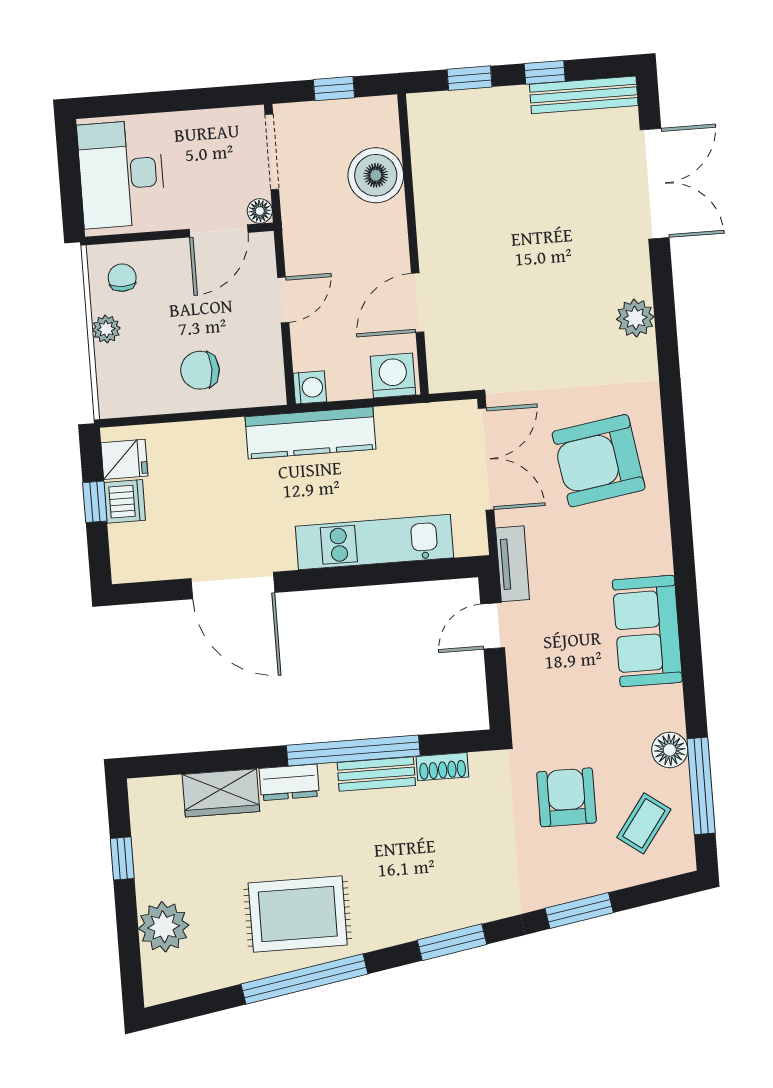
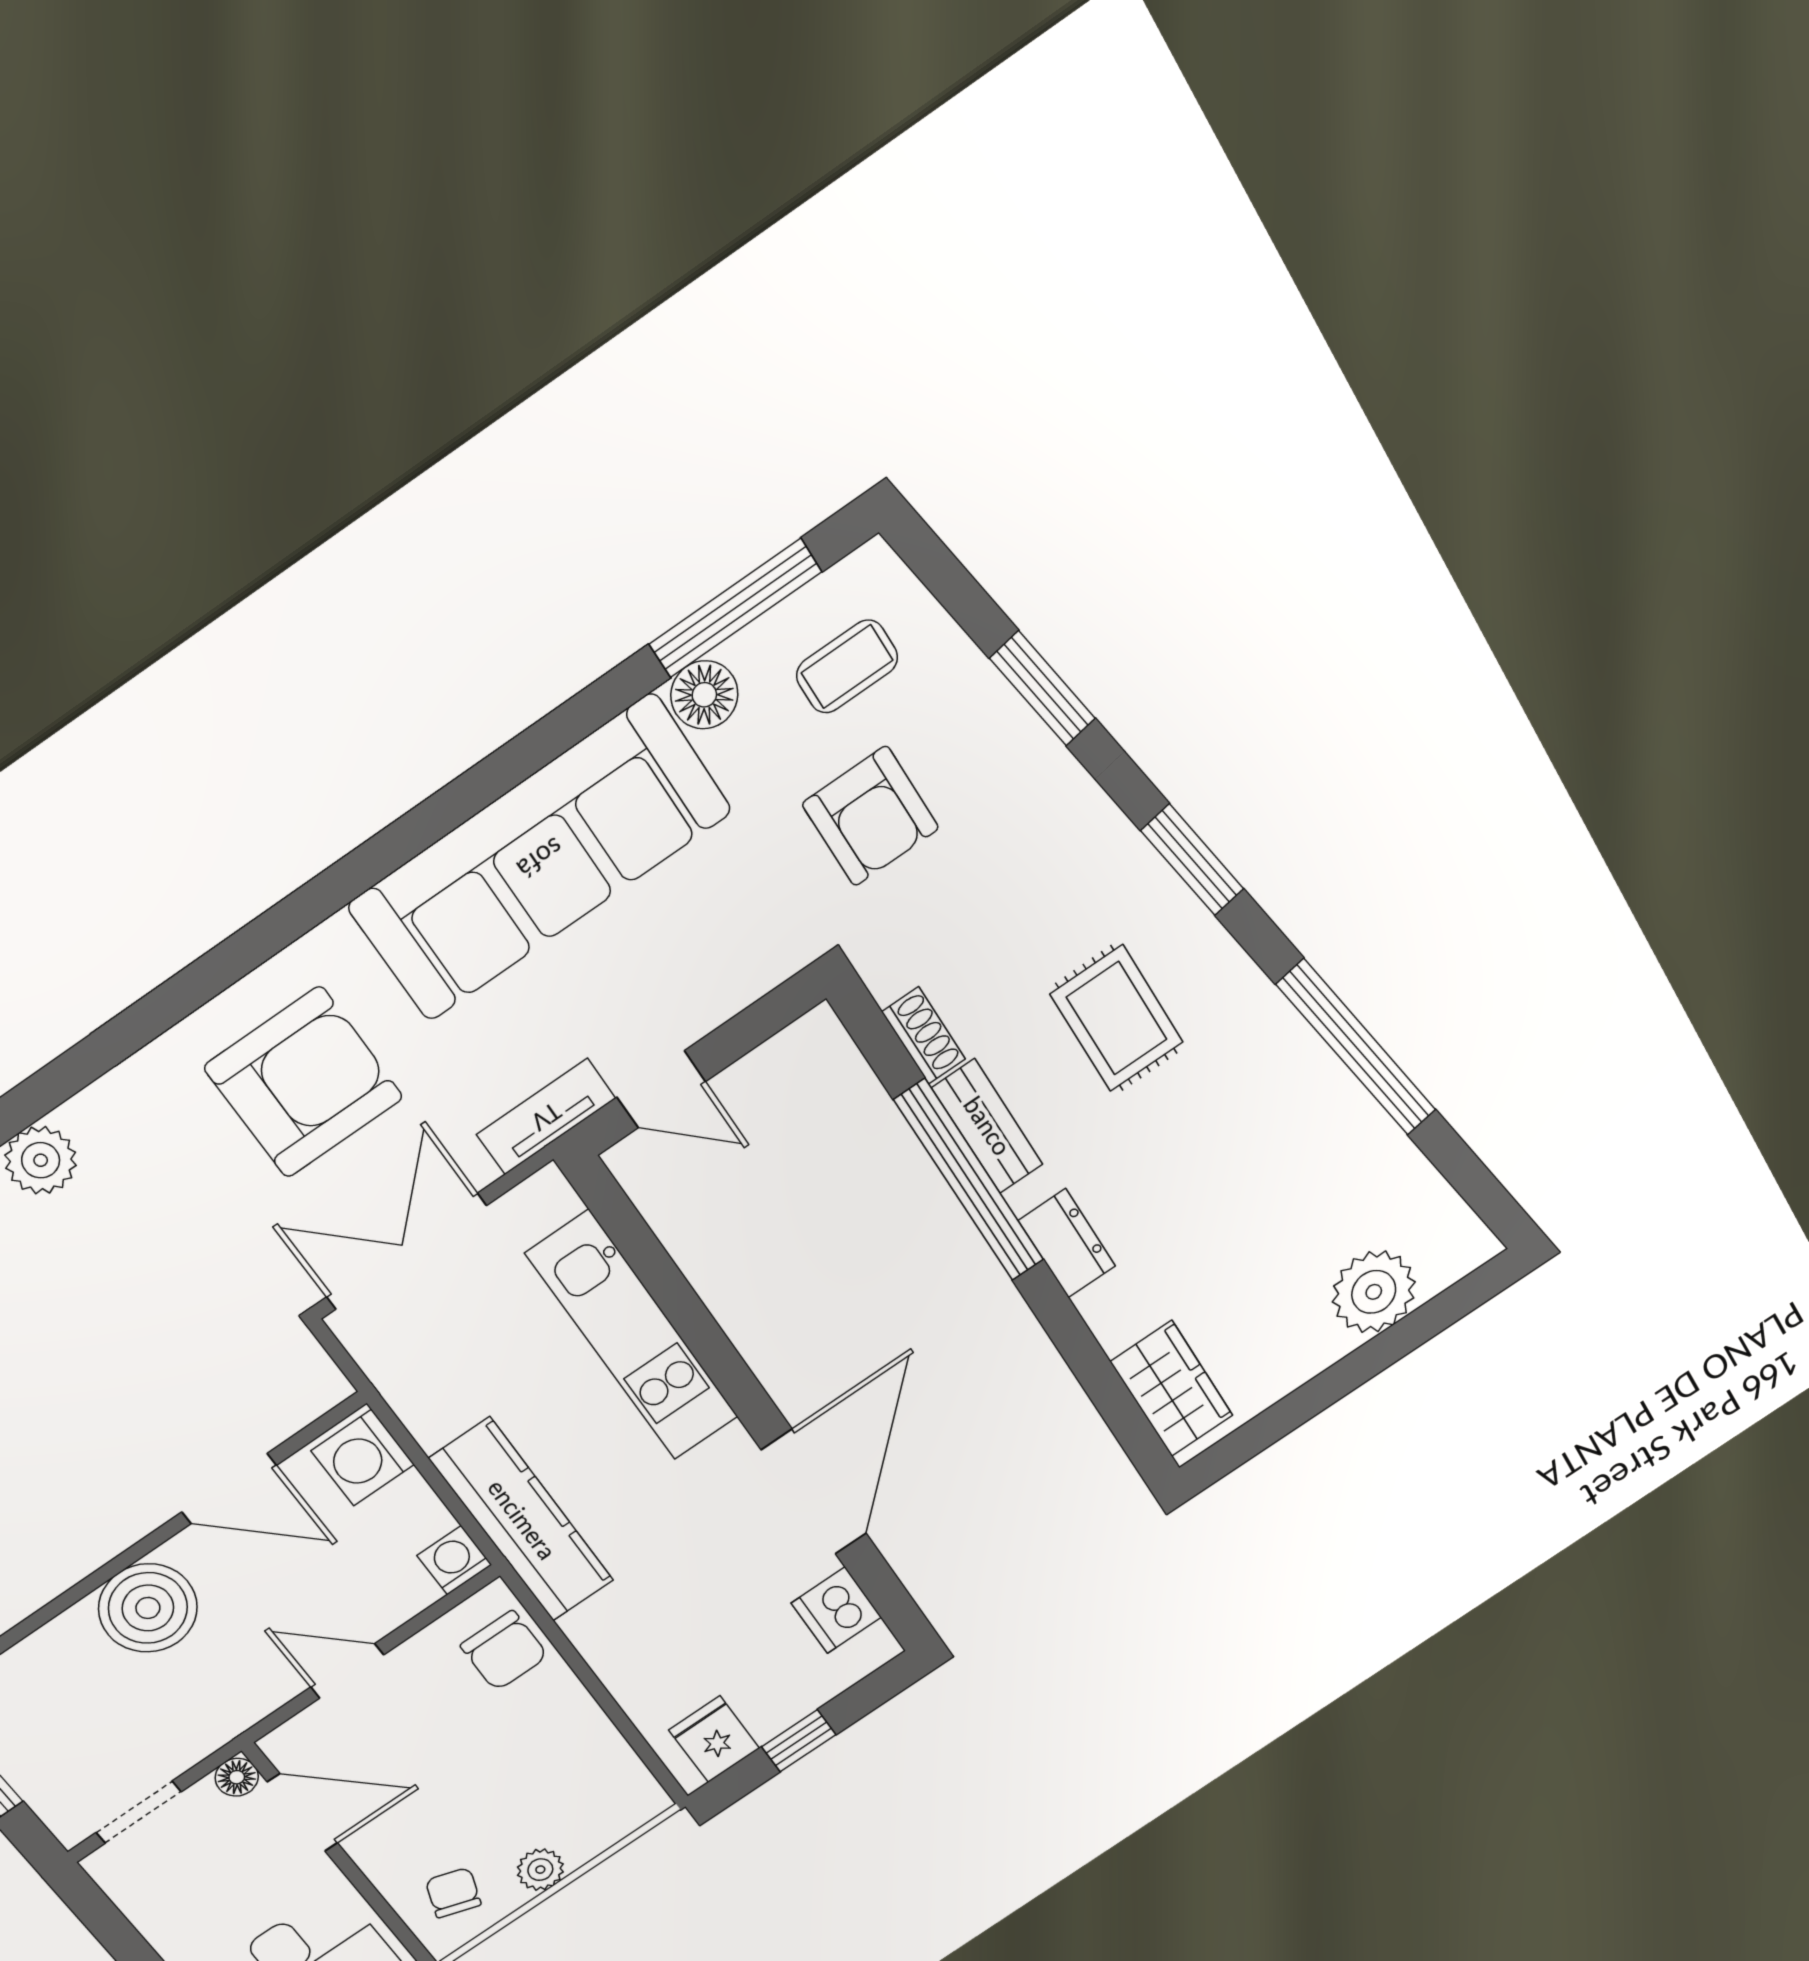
doorway: (272, 152) -> (139, 1812), width x0.73
boiler: (376, 175) -> (148, 1608), moved
chair: (122, 278) -> (453, 1893), turned 109
chair: (200, 370) -> (504, 1651), moved
armchair: (599, 461) -> (304, 1082), turned -81
dishwasher: (125, 501) -> (836, 1610), moved, turned -90
sofa: (647, 631) -> (540, 858), width x1.85, depth x1.27
wardrobe: (221, 793) -> (1172, 1389), moved
armchair: (566, 797) -> (871, 816), turned -90
coffee table: (644, 823) -> (847, 666), turned -36
window: (122, 858) -> (1300, 1406), removed
rug: (298, 914) -> (1117, 1018), moved, width x0.73, depth x0.70

